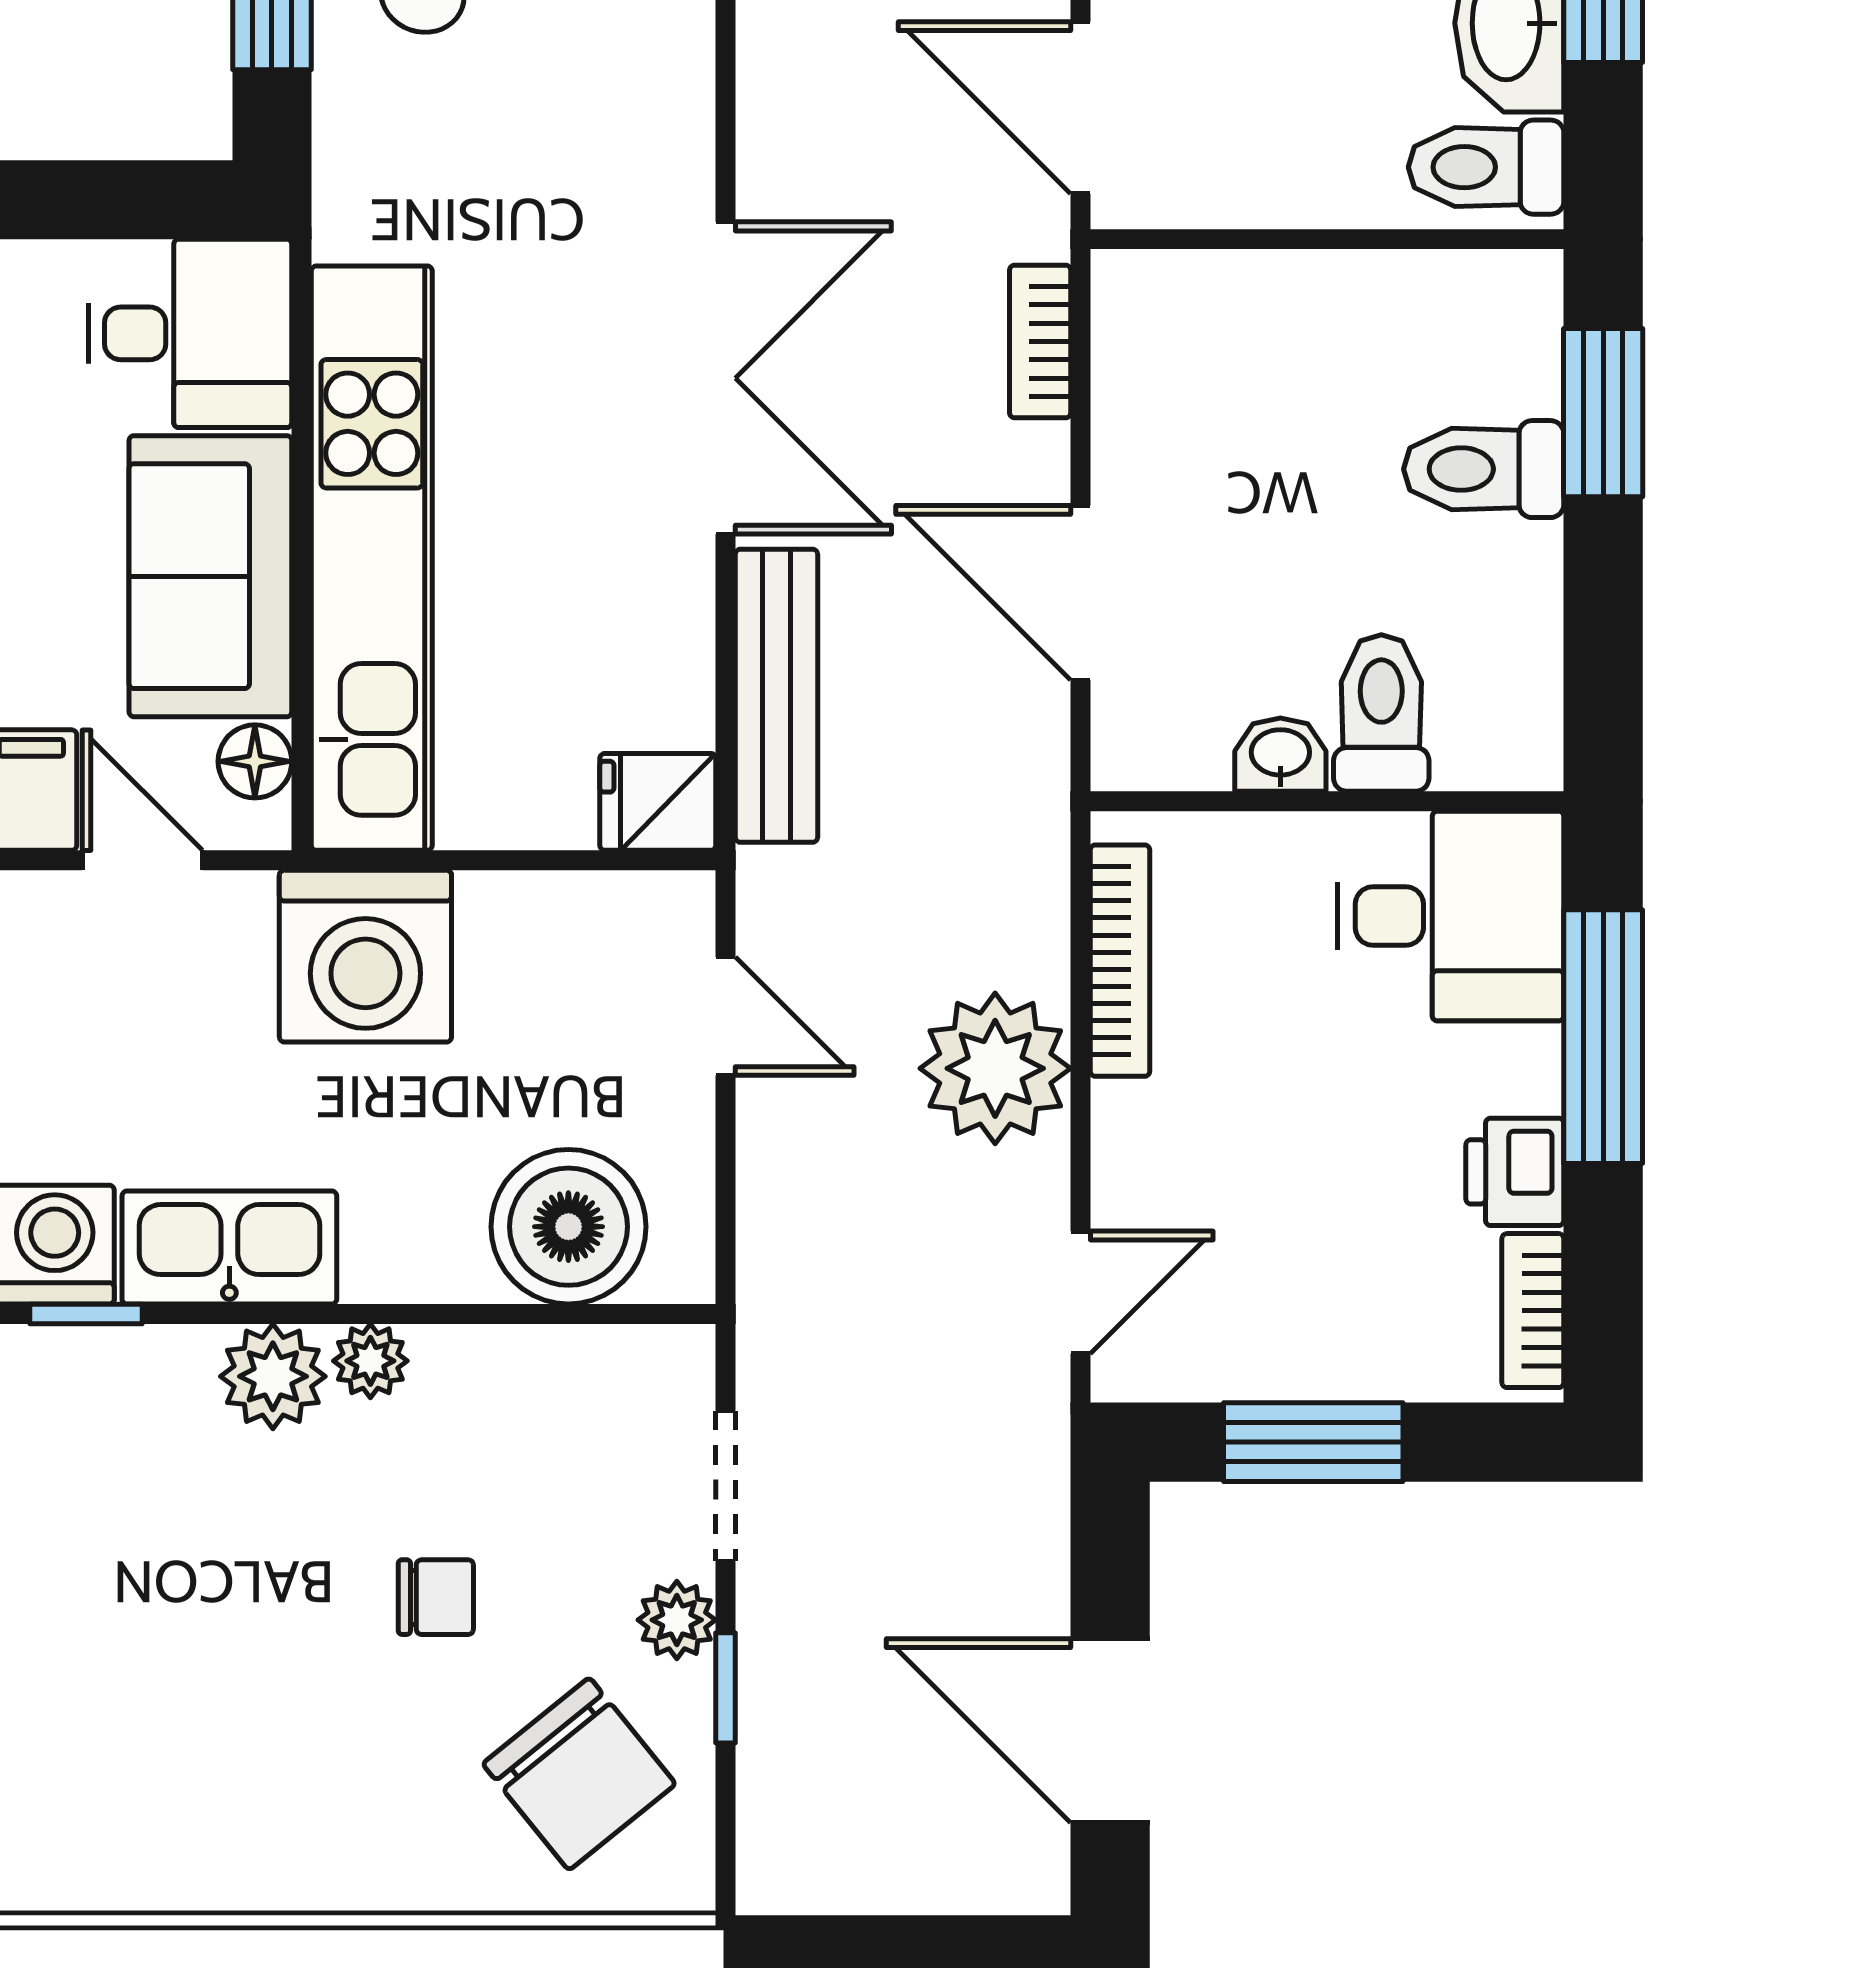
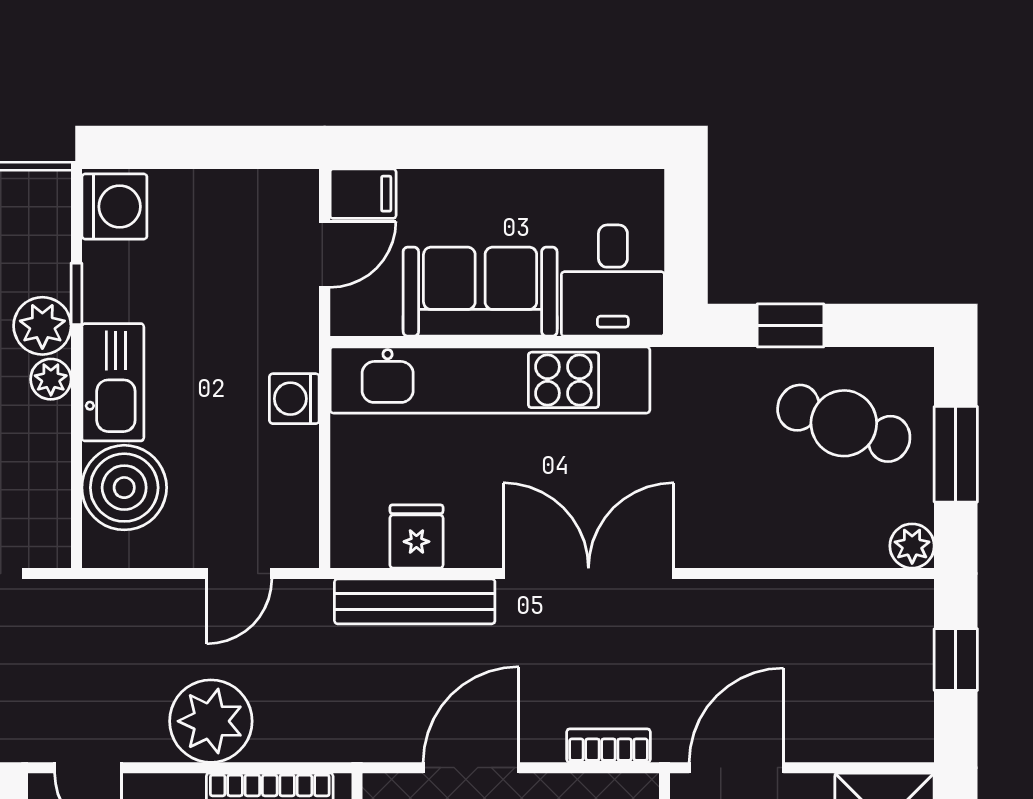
double door: (726, 378) -> (588, 574), swing flipped
floor lamp: (255, 761) -> (379, 316), removed
fridge: (658, 802) -> (416, 536), moved
washing machine: (365, 956) -> (294, 399), width x0.53, depth x0.53
kitchen sink: (229, 1247) -> (113, 382), moved
window: (86, 1314) -> (76, 294), moved

